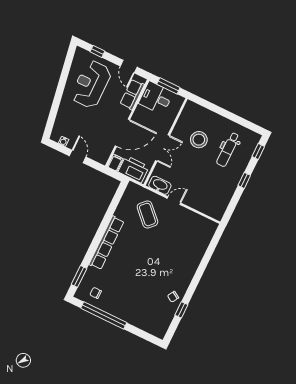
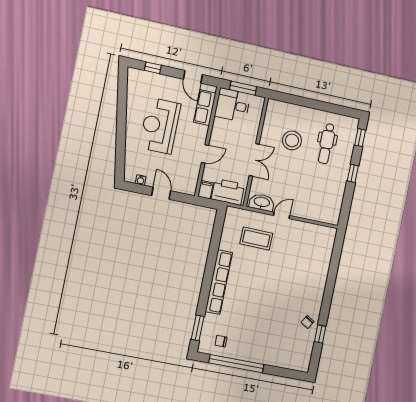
reception desk: (91, 84) -> (160, 126), moved
door: (122, 133) -> (205, 154), width x0.53
coffee table: (147, 214) -> (256, 239), turned -44

